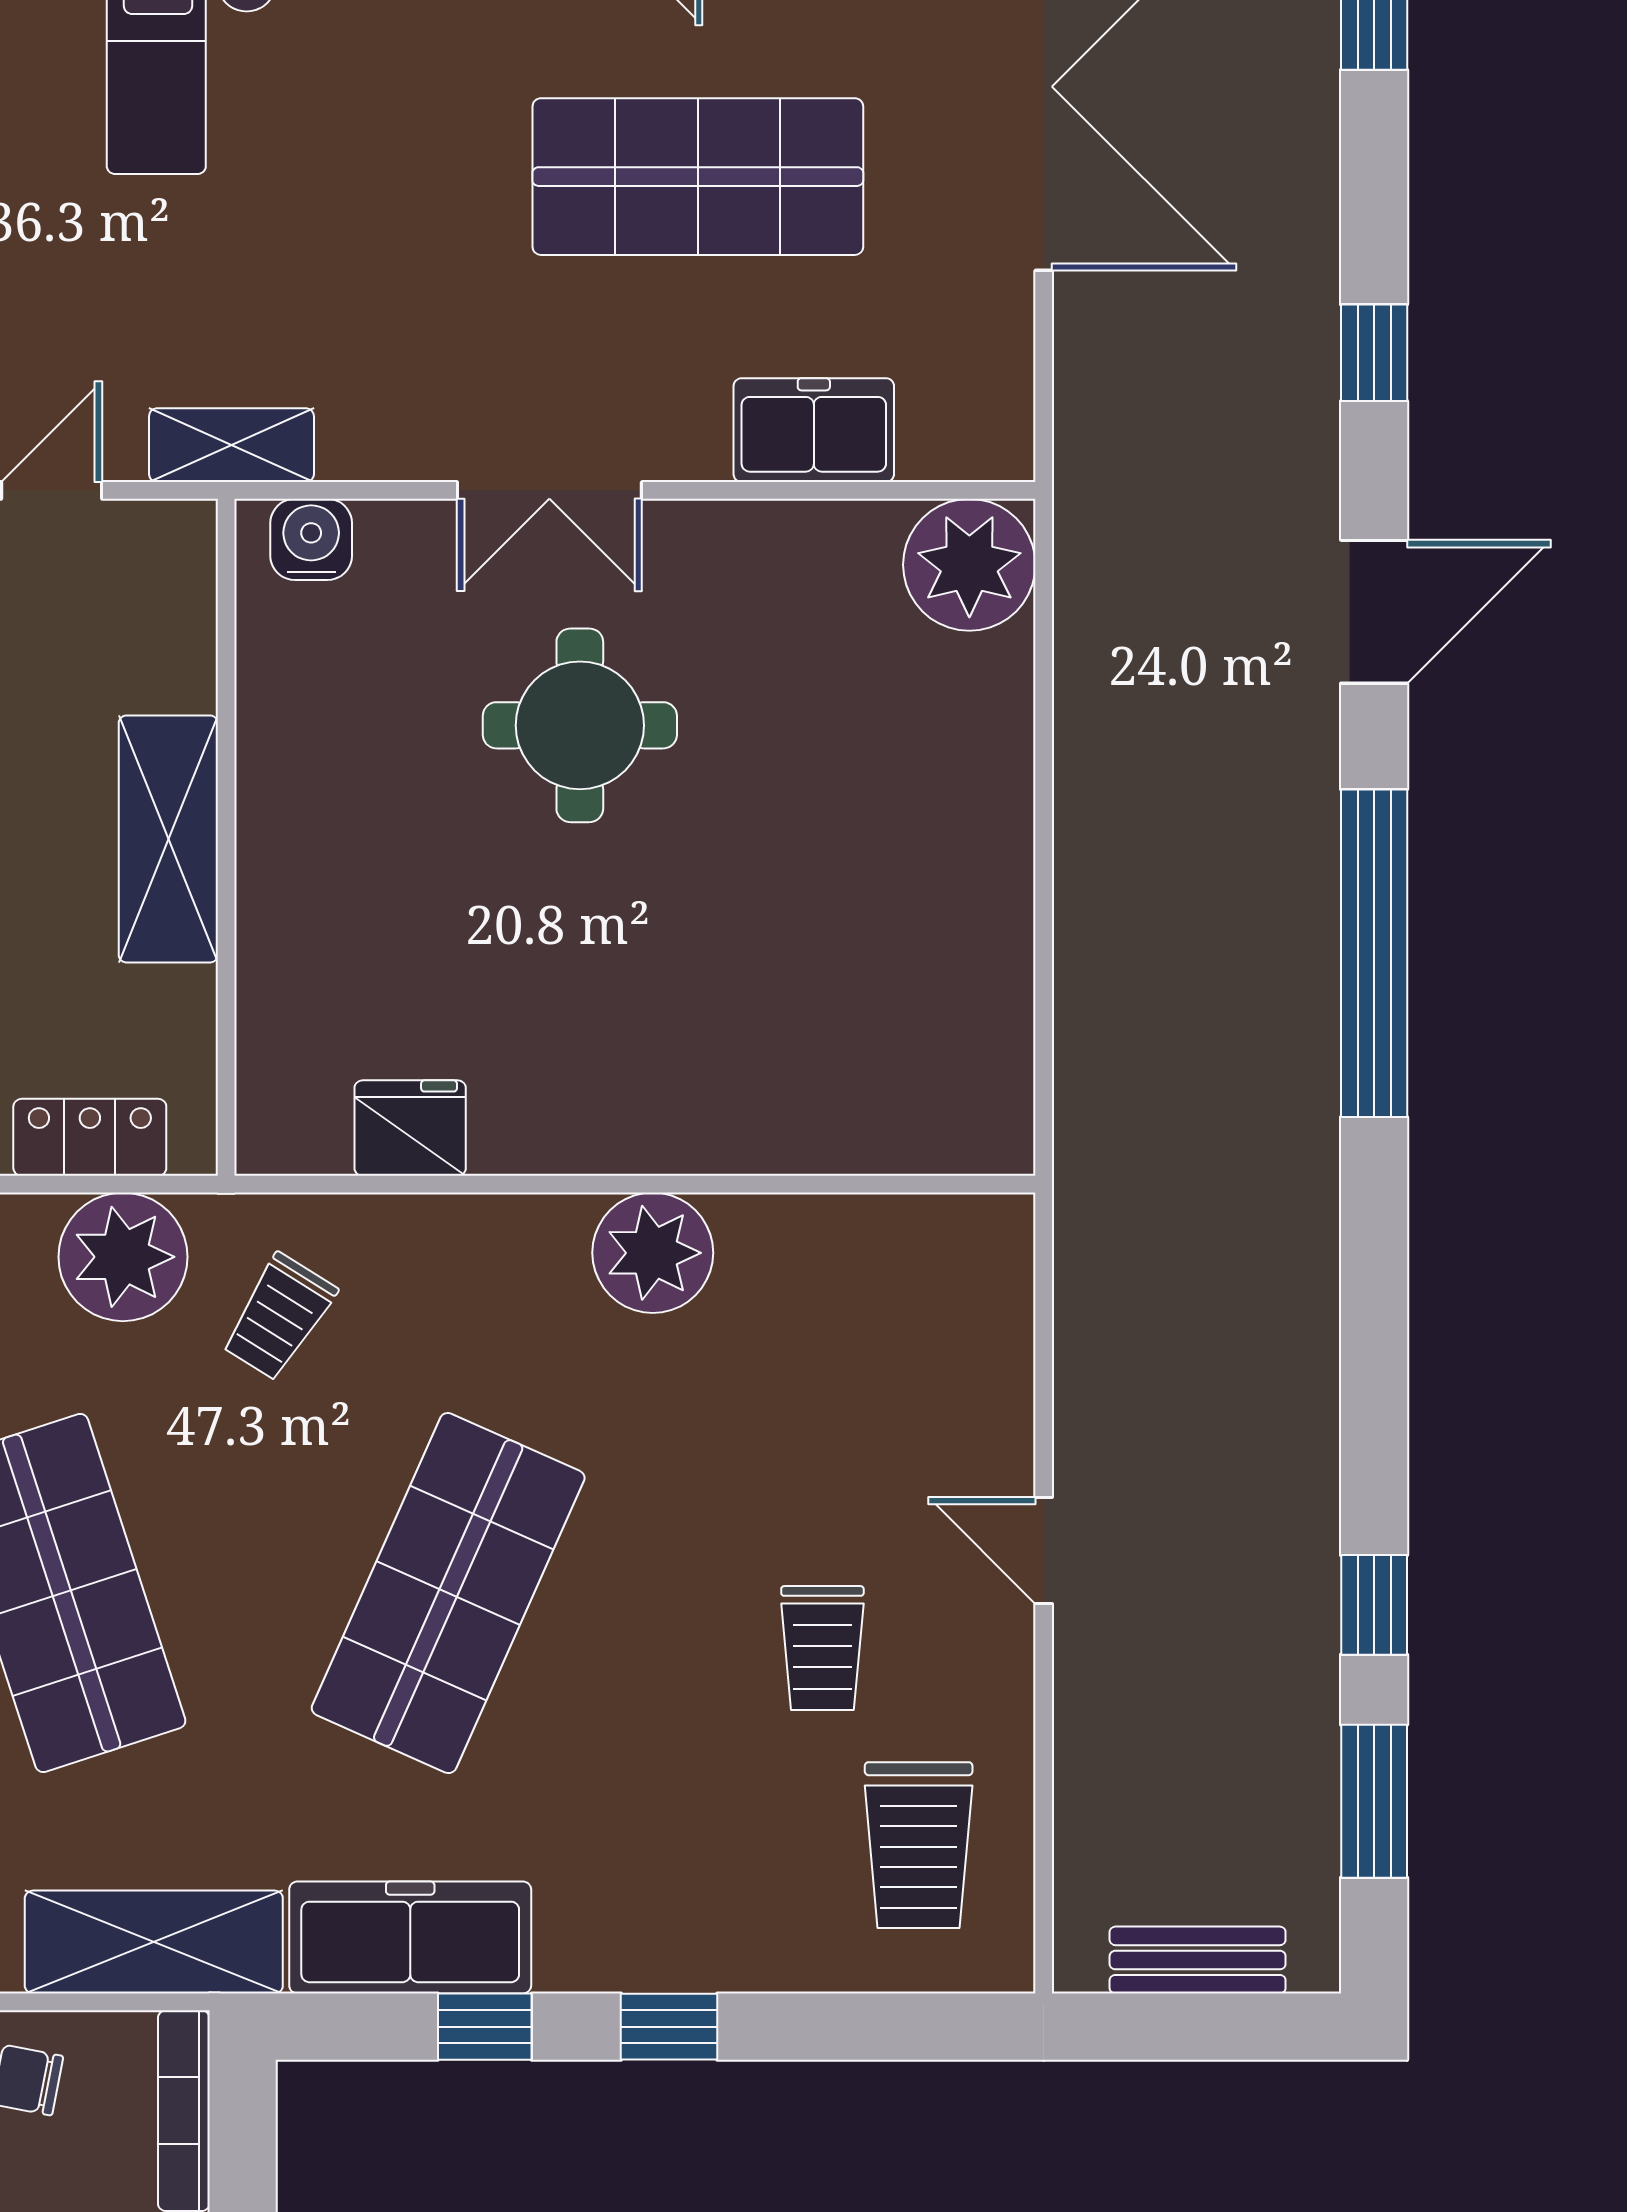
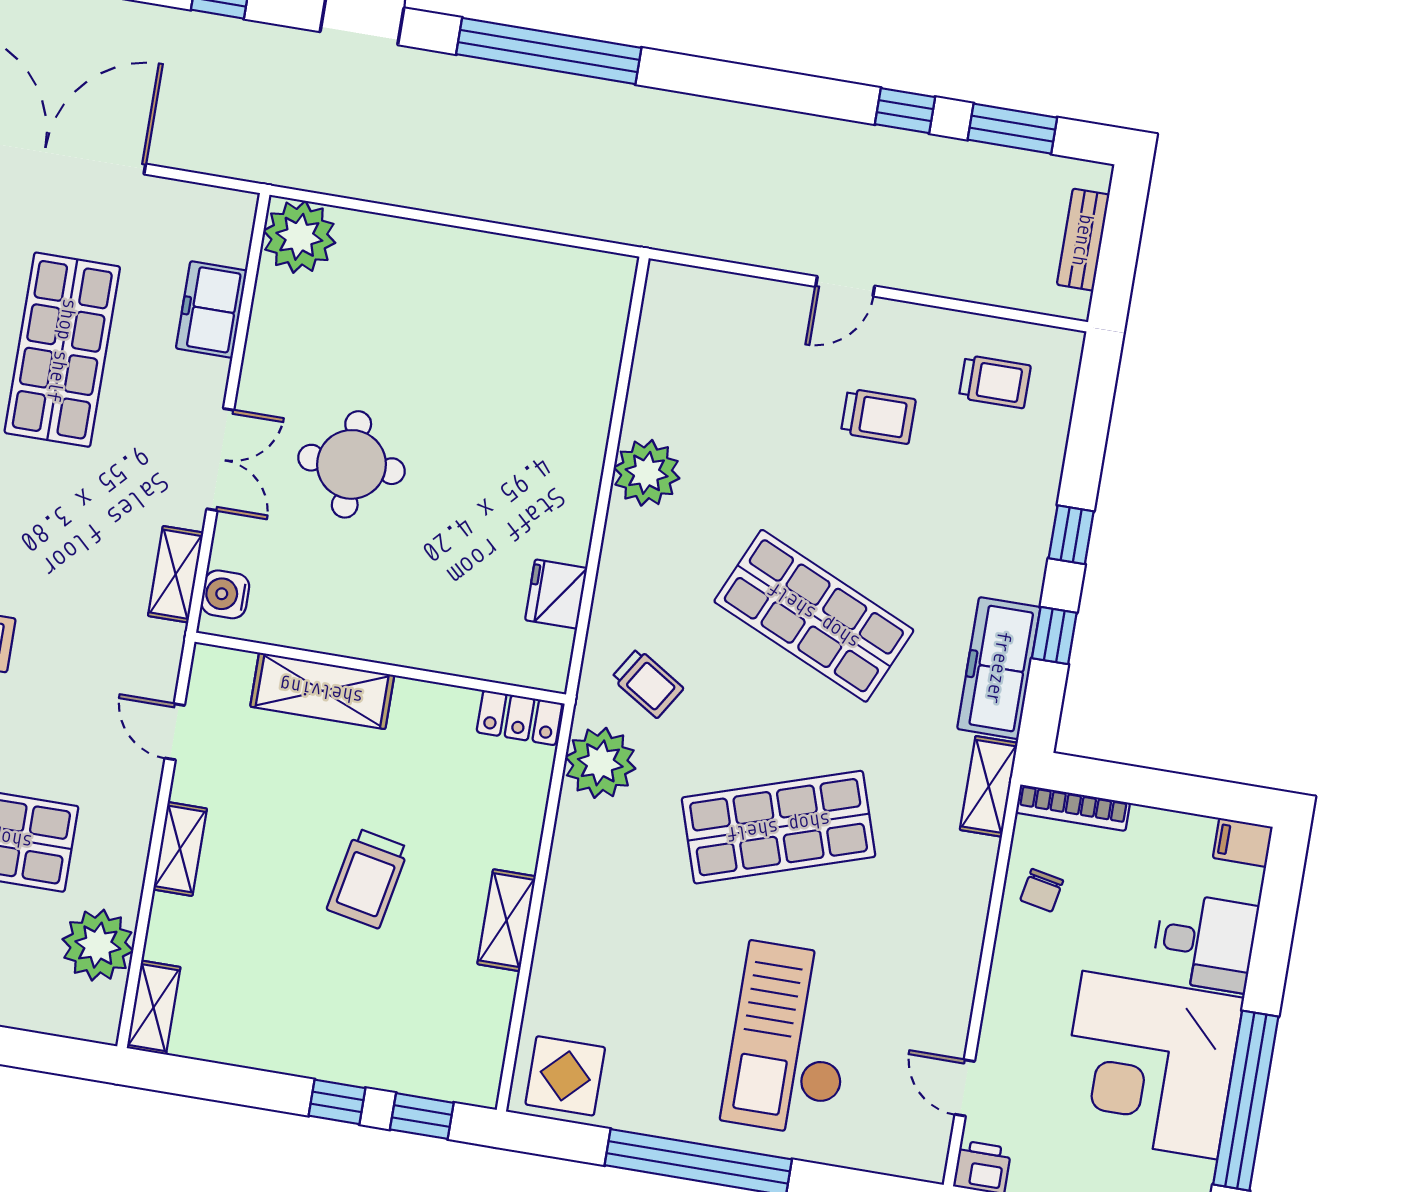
shelving: (231, 445) -> (176, 574), moved
shelving: (168, 839) -> (322, 691), moved
locker: (90, 1137) -> (519, 718), moved, turned -90
trolley: (919, 1845) -> (995, 382), width x0.73, depth x0.72
shelving: (154, 1942) -> (989, 786), width x0.67, depth x0.75

